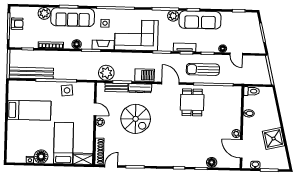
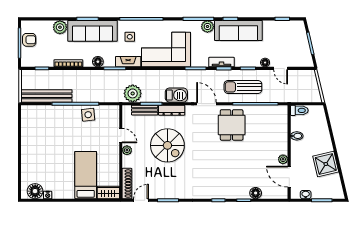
bed: (29, 110) -> (45, 139), removed
floor lamp: (41, 157) -> (35, 191), moved

